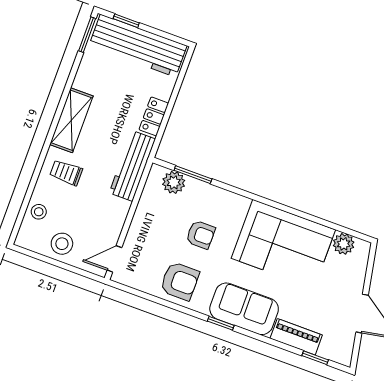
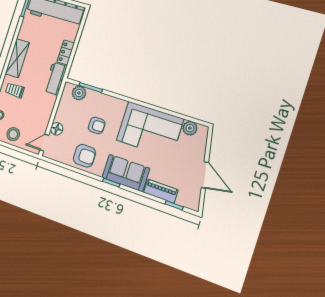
workbench: (132, 166) -> (55, 79), width x0.73
floor lamp: (136, 238) -> (57, 129), added

